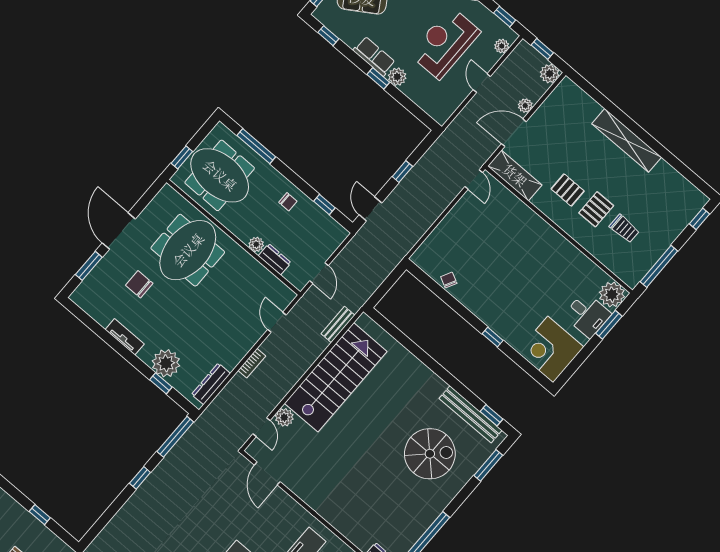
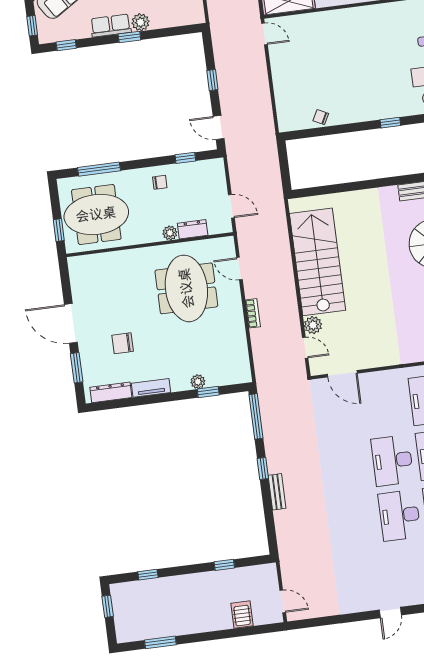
meeting table: (188, 250) -> (186, 288), moved
bench: (338, 325) -> (277, 492), moved
plant: (166, 363) -> (198, 382), width x0.53, depth x0.53
dresser: (211, 384) -> (111, 392), moved, turned 90

